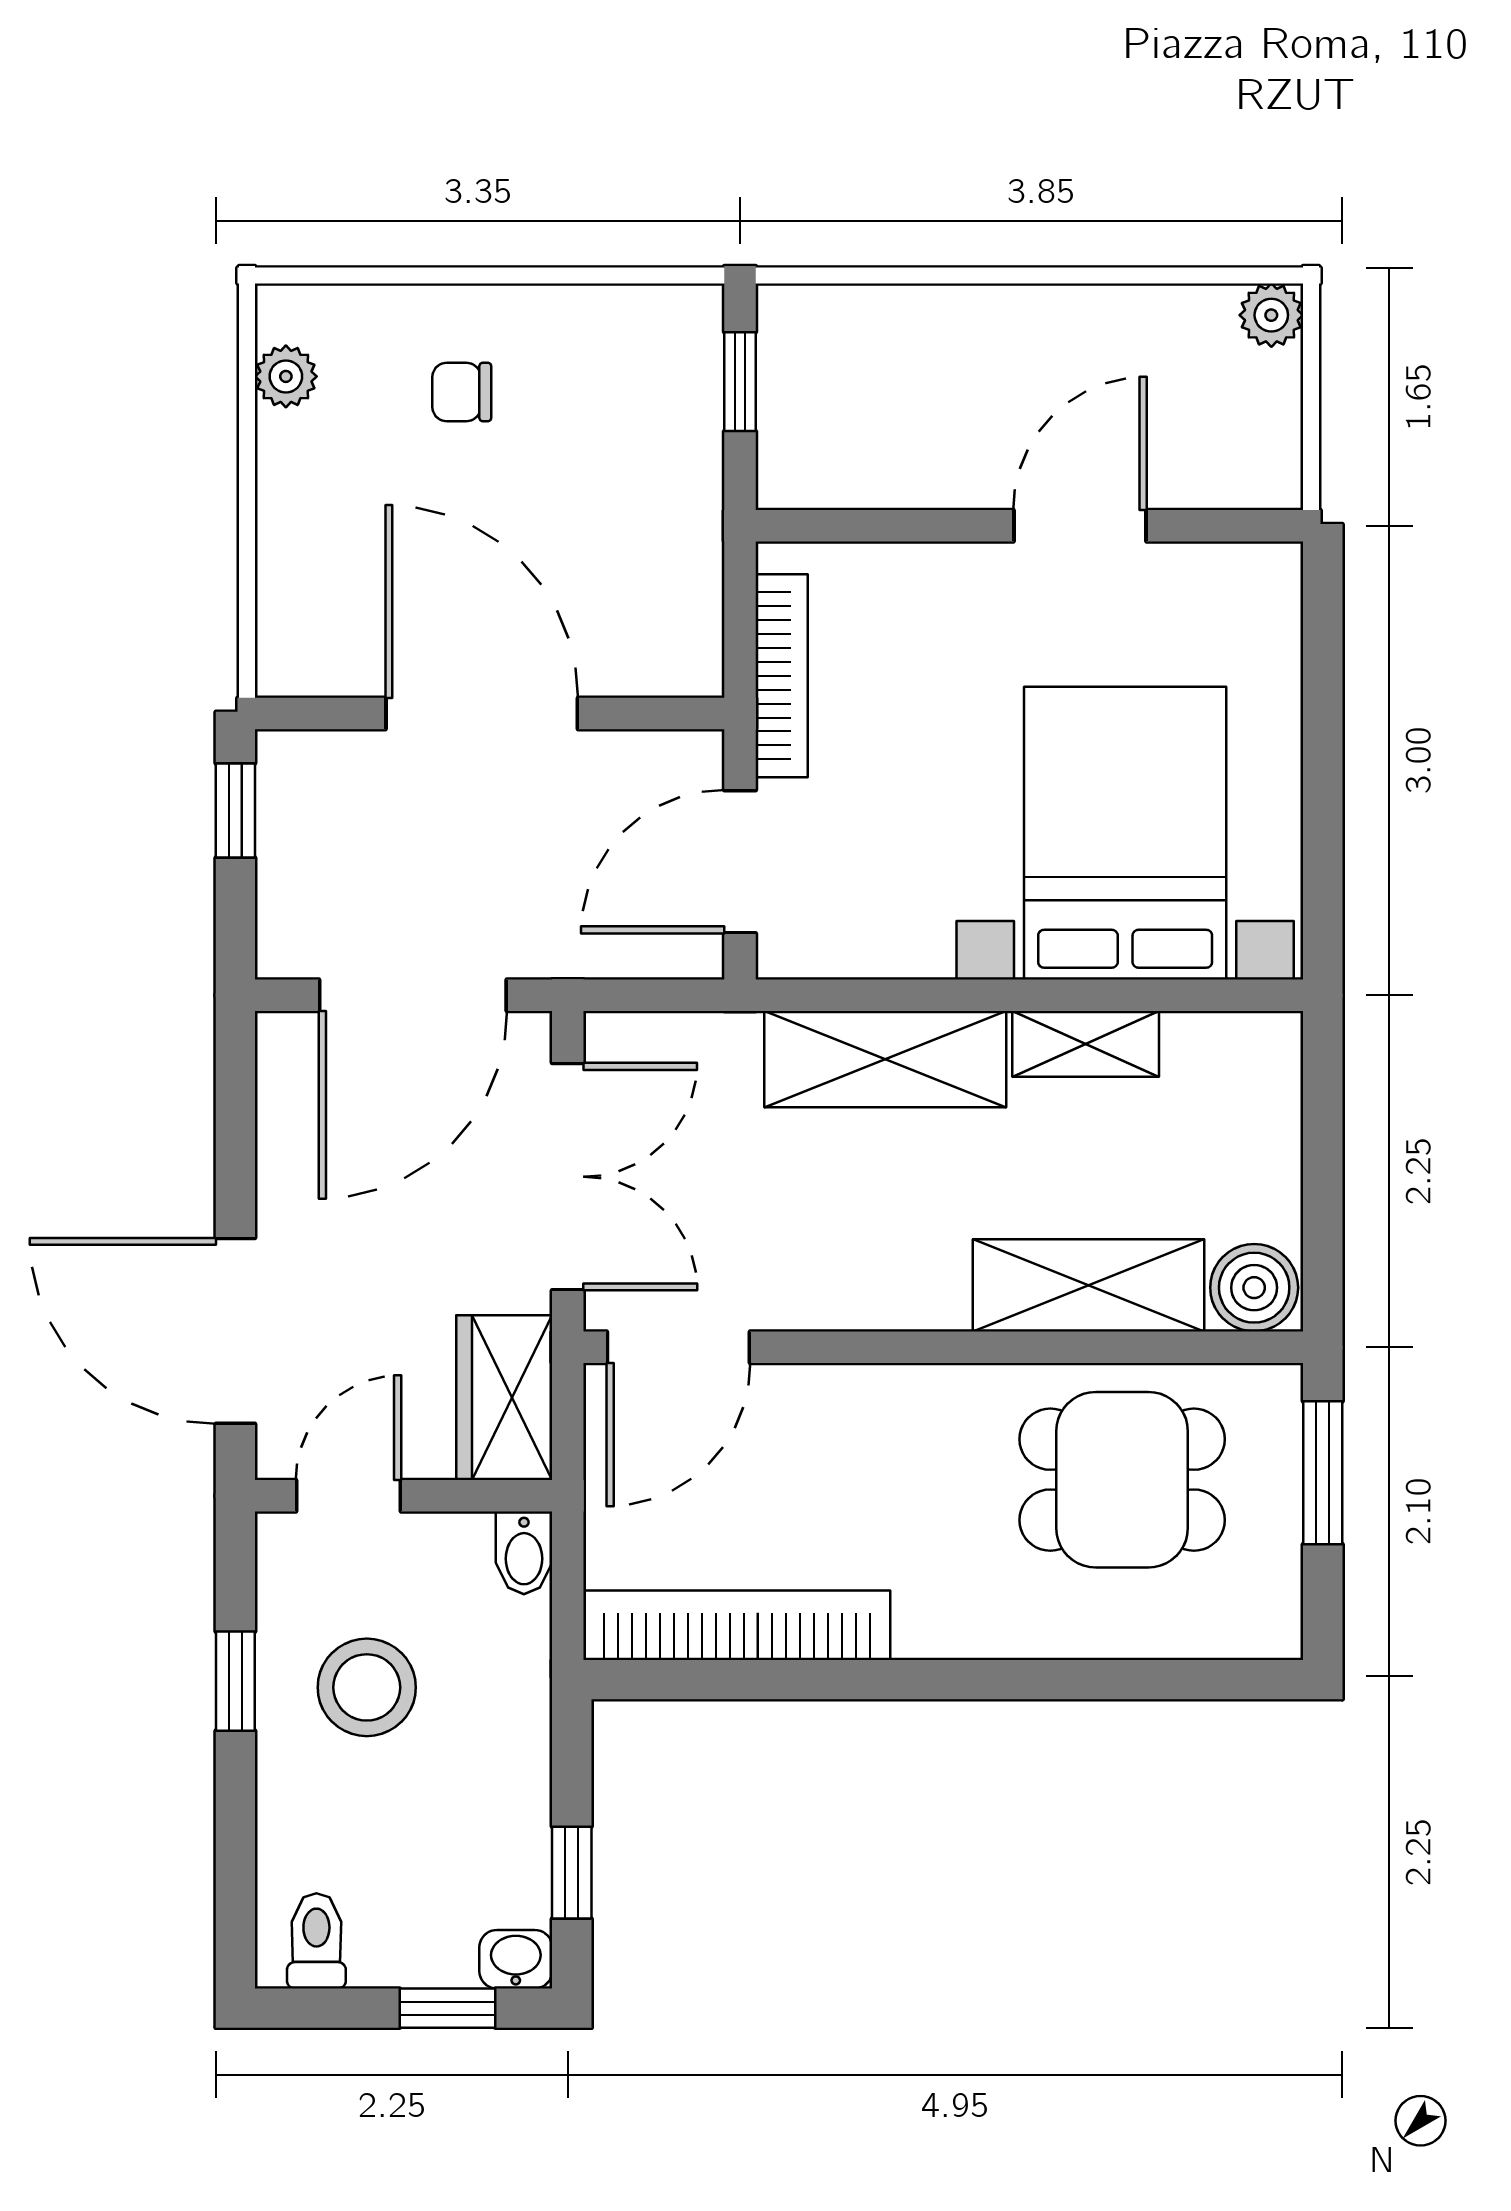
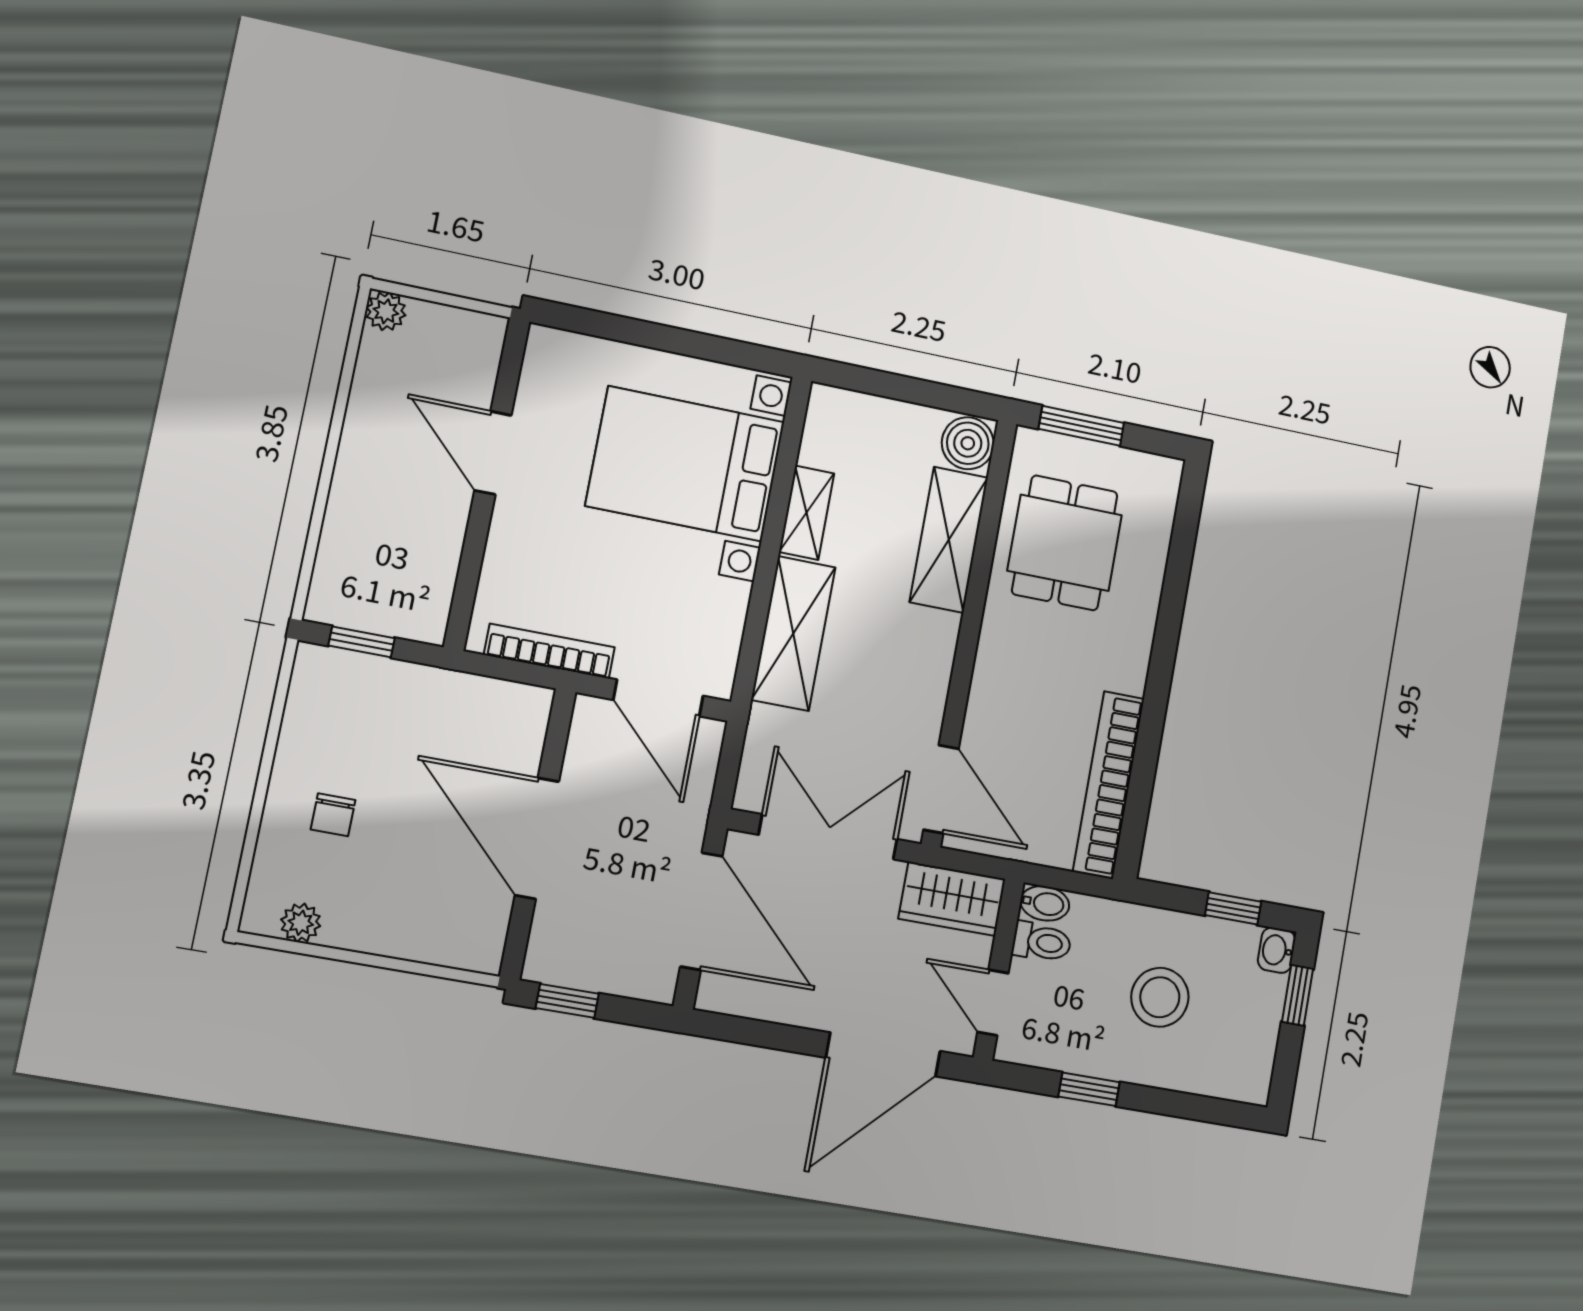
door: (482, 714) -> (537, 838), hinge flipped
stool: (367, 1687) -> (1160, 997), moved
toilet: (316, 1941) -> (1042, 942), moved, turned 180

